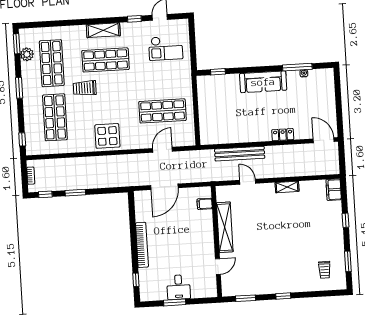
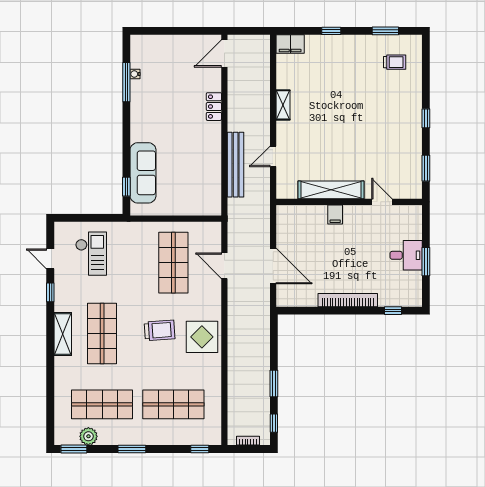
sofa: (263, 82) -> (143, 173), moved
trolley: (85, 88) -> (160, 330), moved, turned -94
filing cabinet: (205, 204) -> (335, 215), moved

